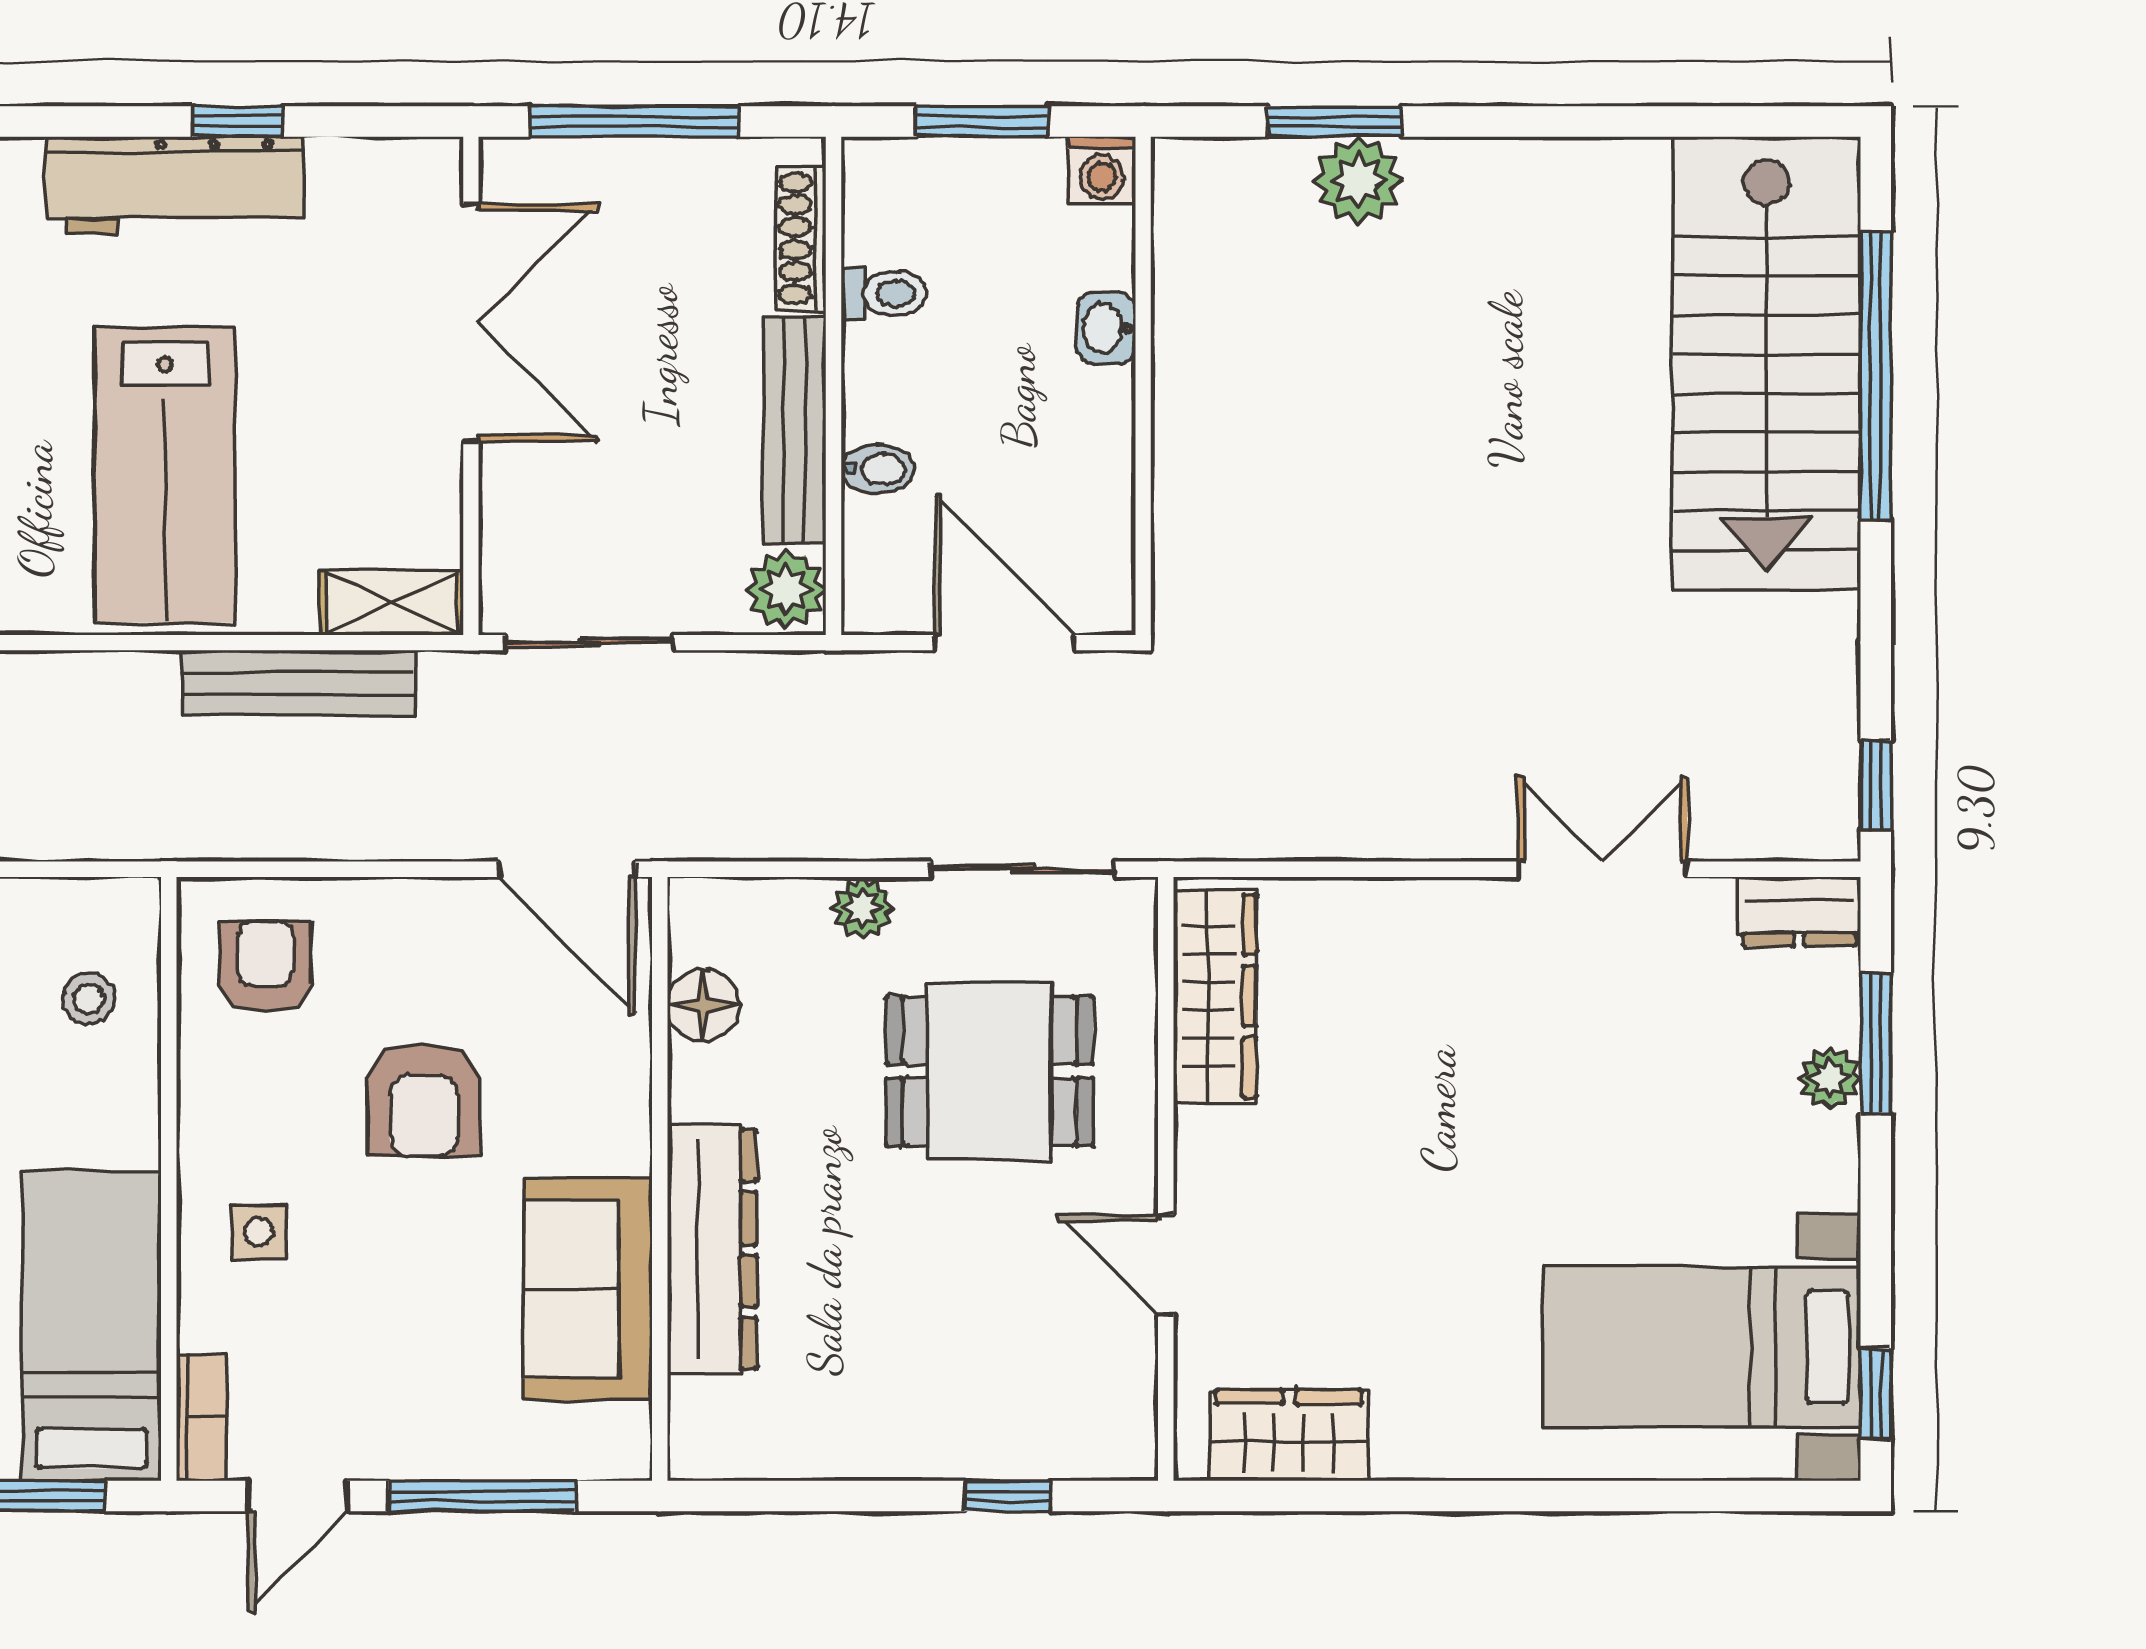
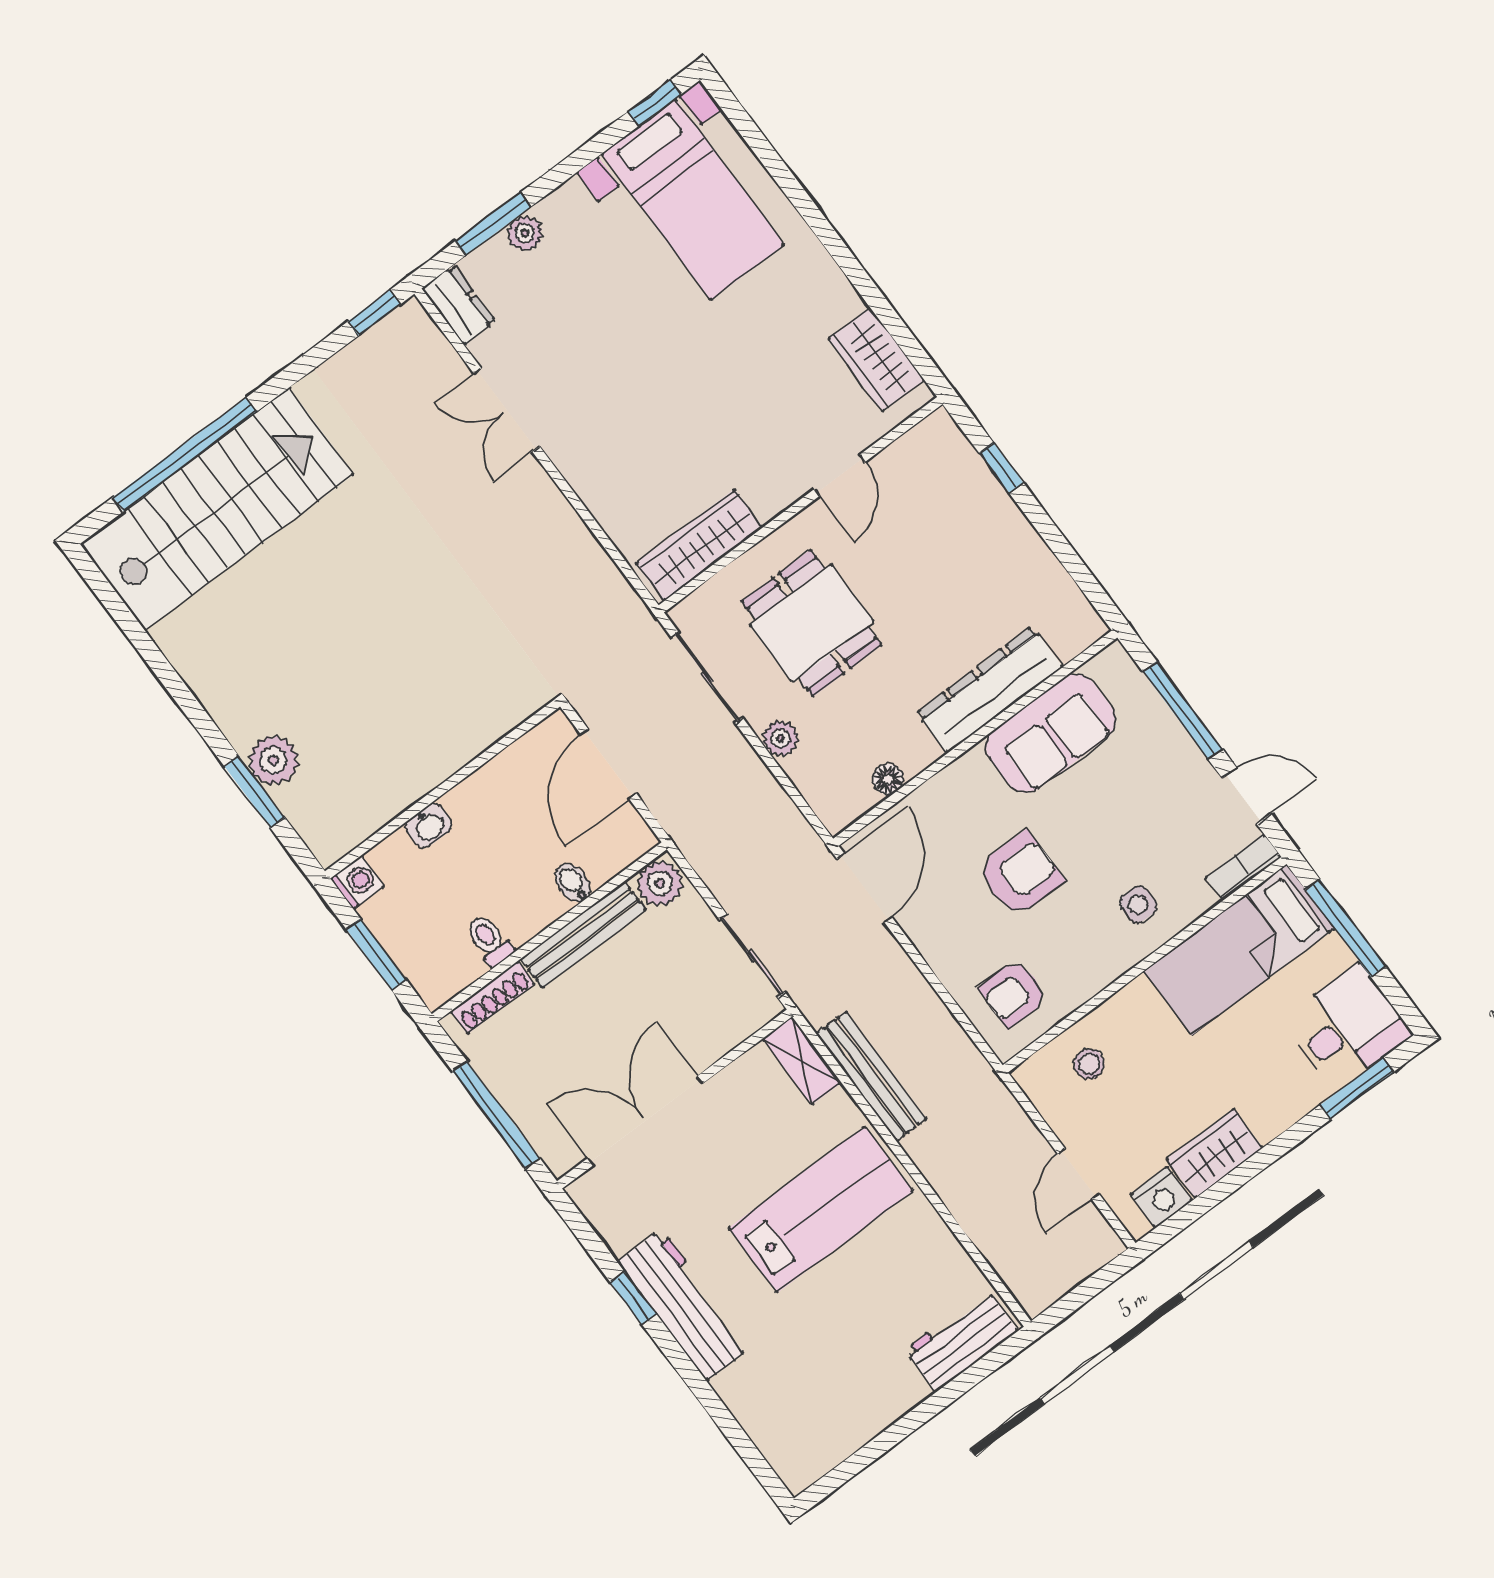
floor lamp: (703, 1005) -> (888, 779), width x0.73, depth x0.73

